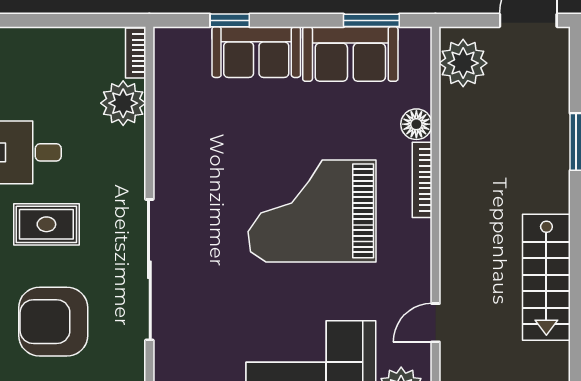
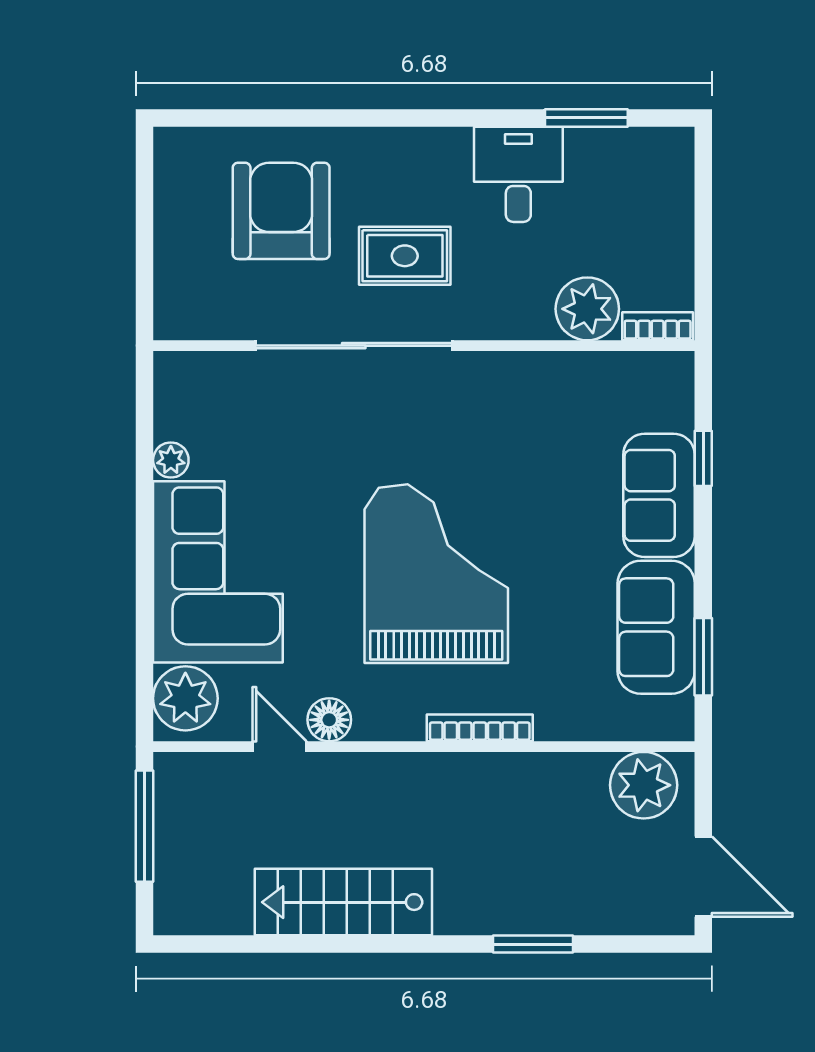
floor lamp: (416, 124) -> (329, 720), moved
rug: (46, 224) -> (405, 256), moved, turned 90

